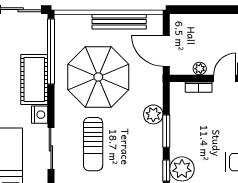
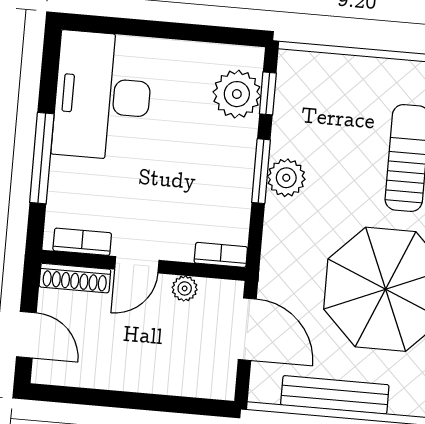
bookcase: (199, 87) -> (221, 255), moved
plant: (153, 114) -> (286, 178), moved

